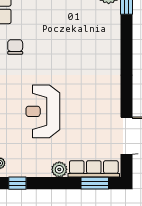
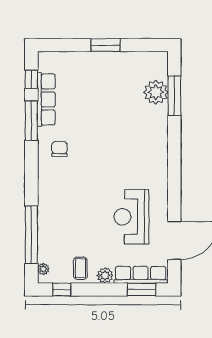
reception desk: (43, 111) -> (131, 217), moved
coffee table: (35, 162) -> (80, 268), added

